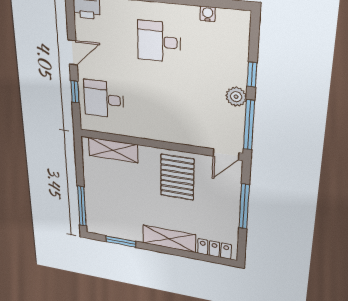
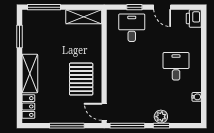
plant: (236, 97) -> (161, 117), moved
shelving: (113, 150) -> (84, 17), moved, turned 90
pallet: (177, 177) -> (81, 79), turned 90

